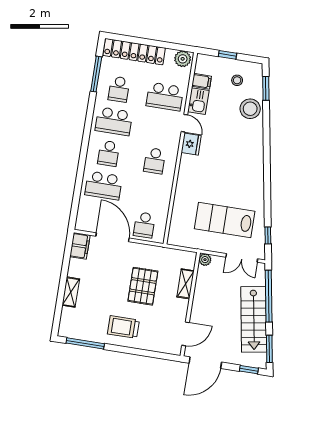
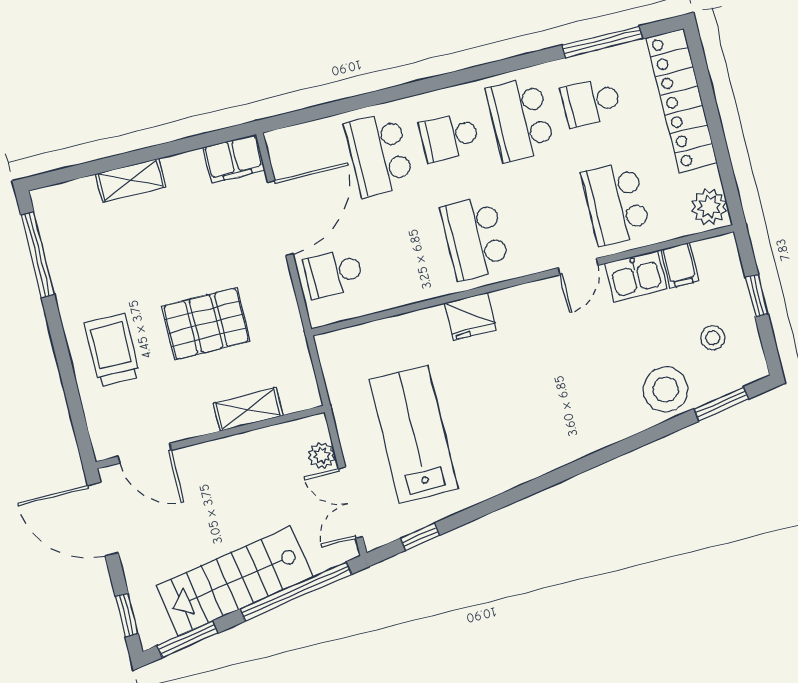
fridge: (191, 144) -> (470, 316), moved
school desk: (155, 161) -> (475, 238), width x1.85
plant: (205, 260) -> (322, 455), moved
trolley: (123, 327) -> (112, 350), moved

